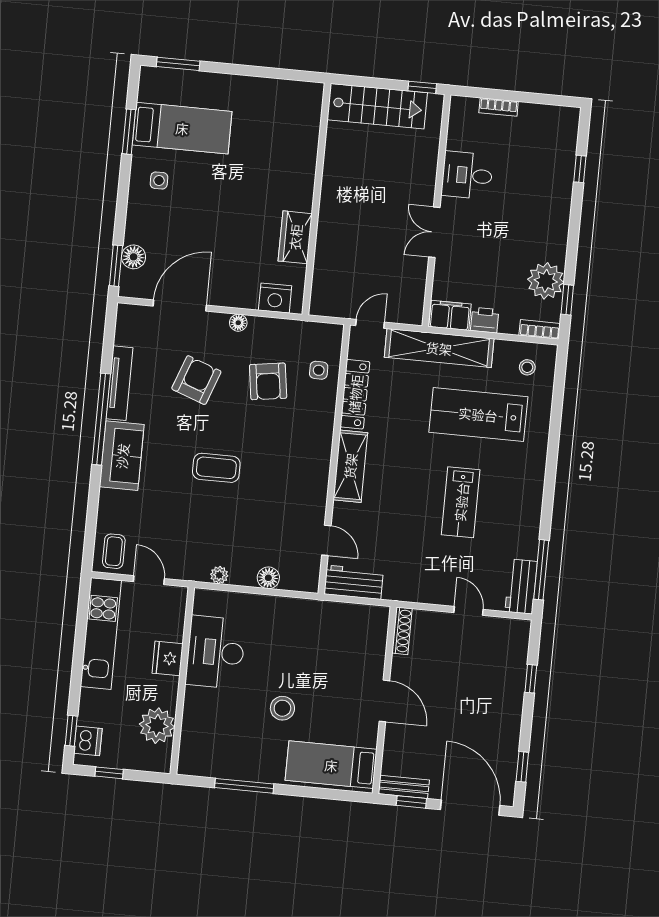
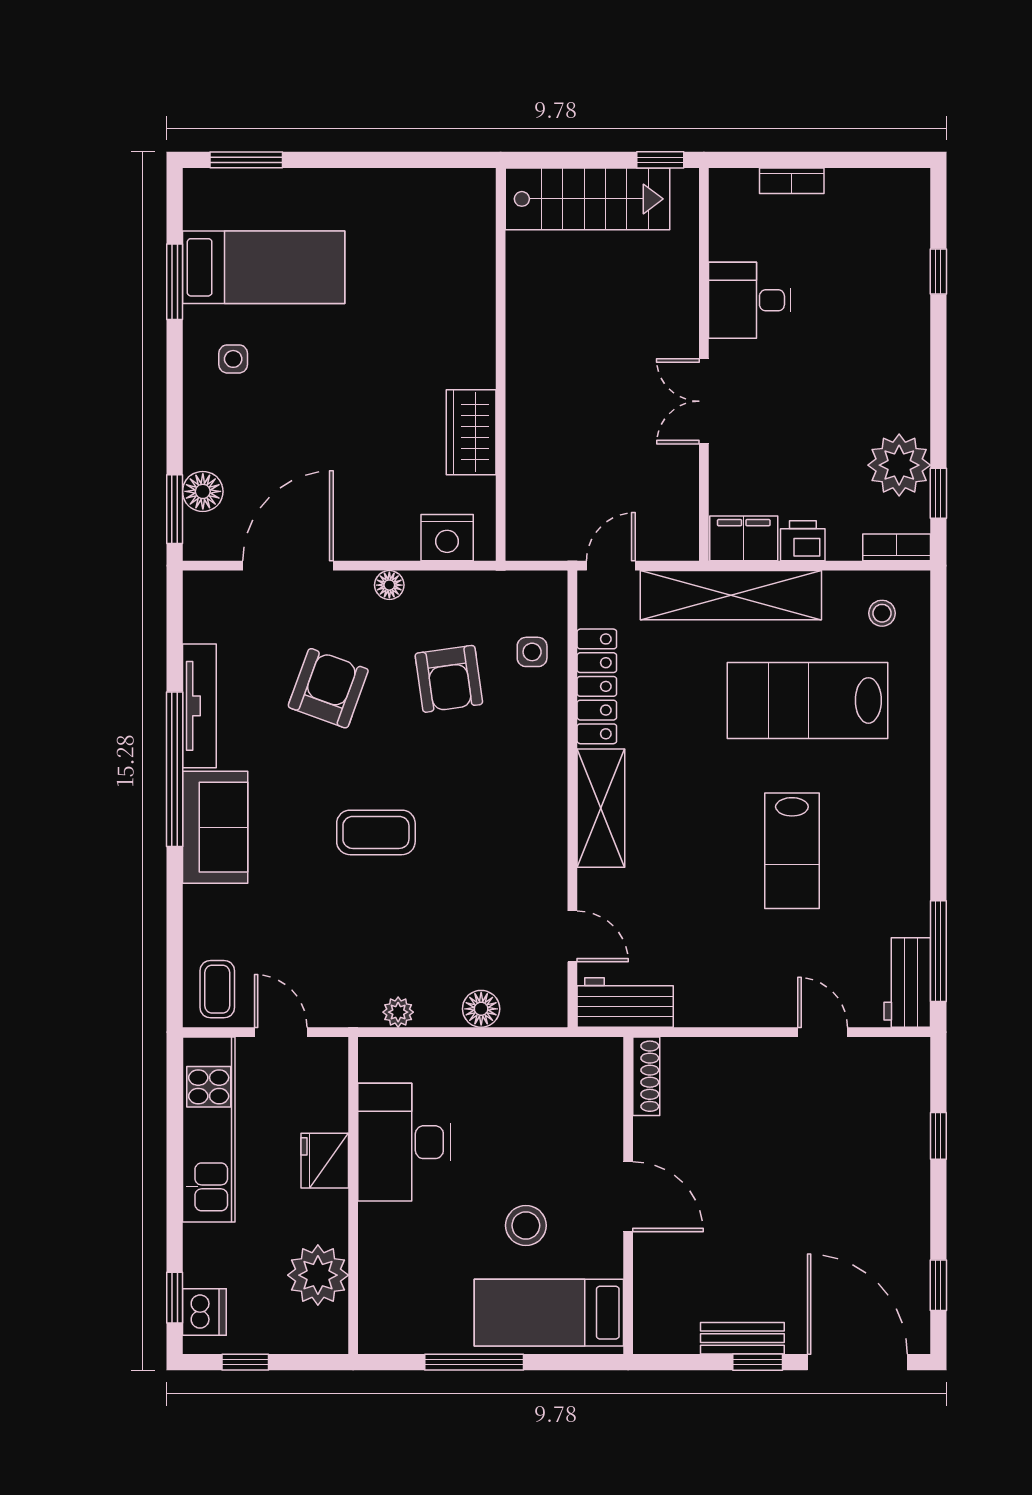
shoe rack: (402, 631) -> (646, 1076), moved
wall: (384, 700) -> (628, 1195), moved
door: (384, 701) -> (628, 1197), moved
bed: (331, 765) -> (549, 1313), moved

